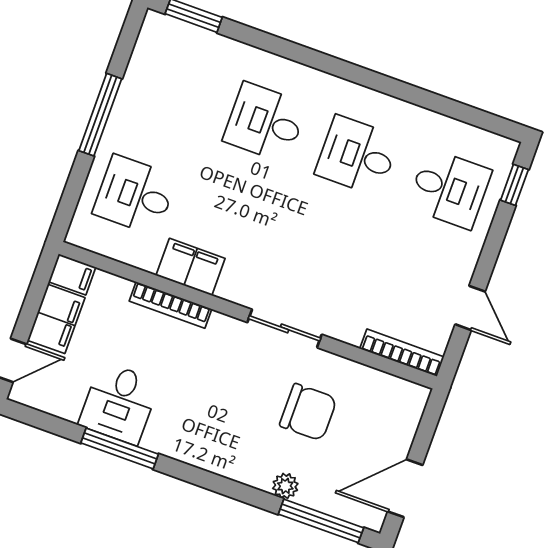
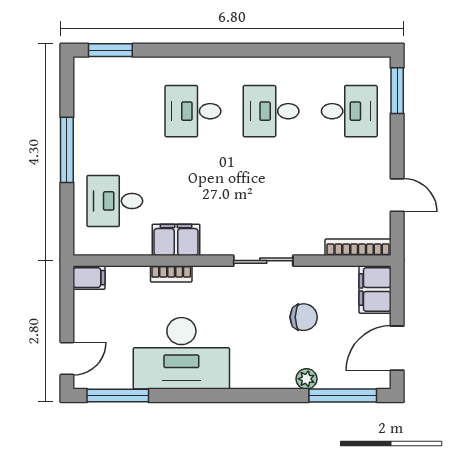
window: (514, 185) -> (397, 91), width x1.50
bookcase: (170, 305) -> (171, 274), width x0.64
filing cabinet: (56, 319) -> (375, 290), moved, turned 180
desk: (119, 403) -> (181, 353), width x1.87, depth x1.30
chair: (308, 412) -> (304, 317), width x0.73, depth x0.73
window: (120, 448) -> (118, 395), moved

